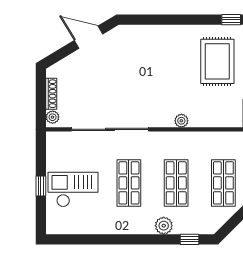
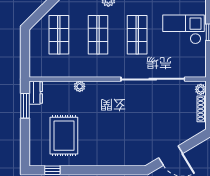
plant: (181, 121) -> (80, 86), moved
checkout: (73, 189) -> (184, 29), turned 180

